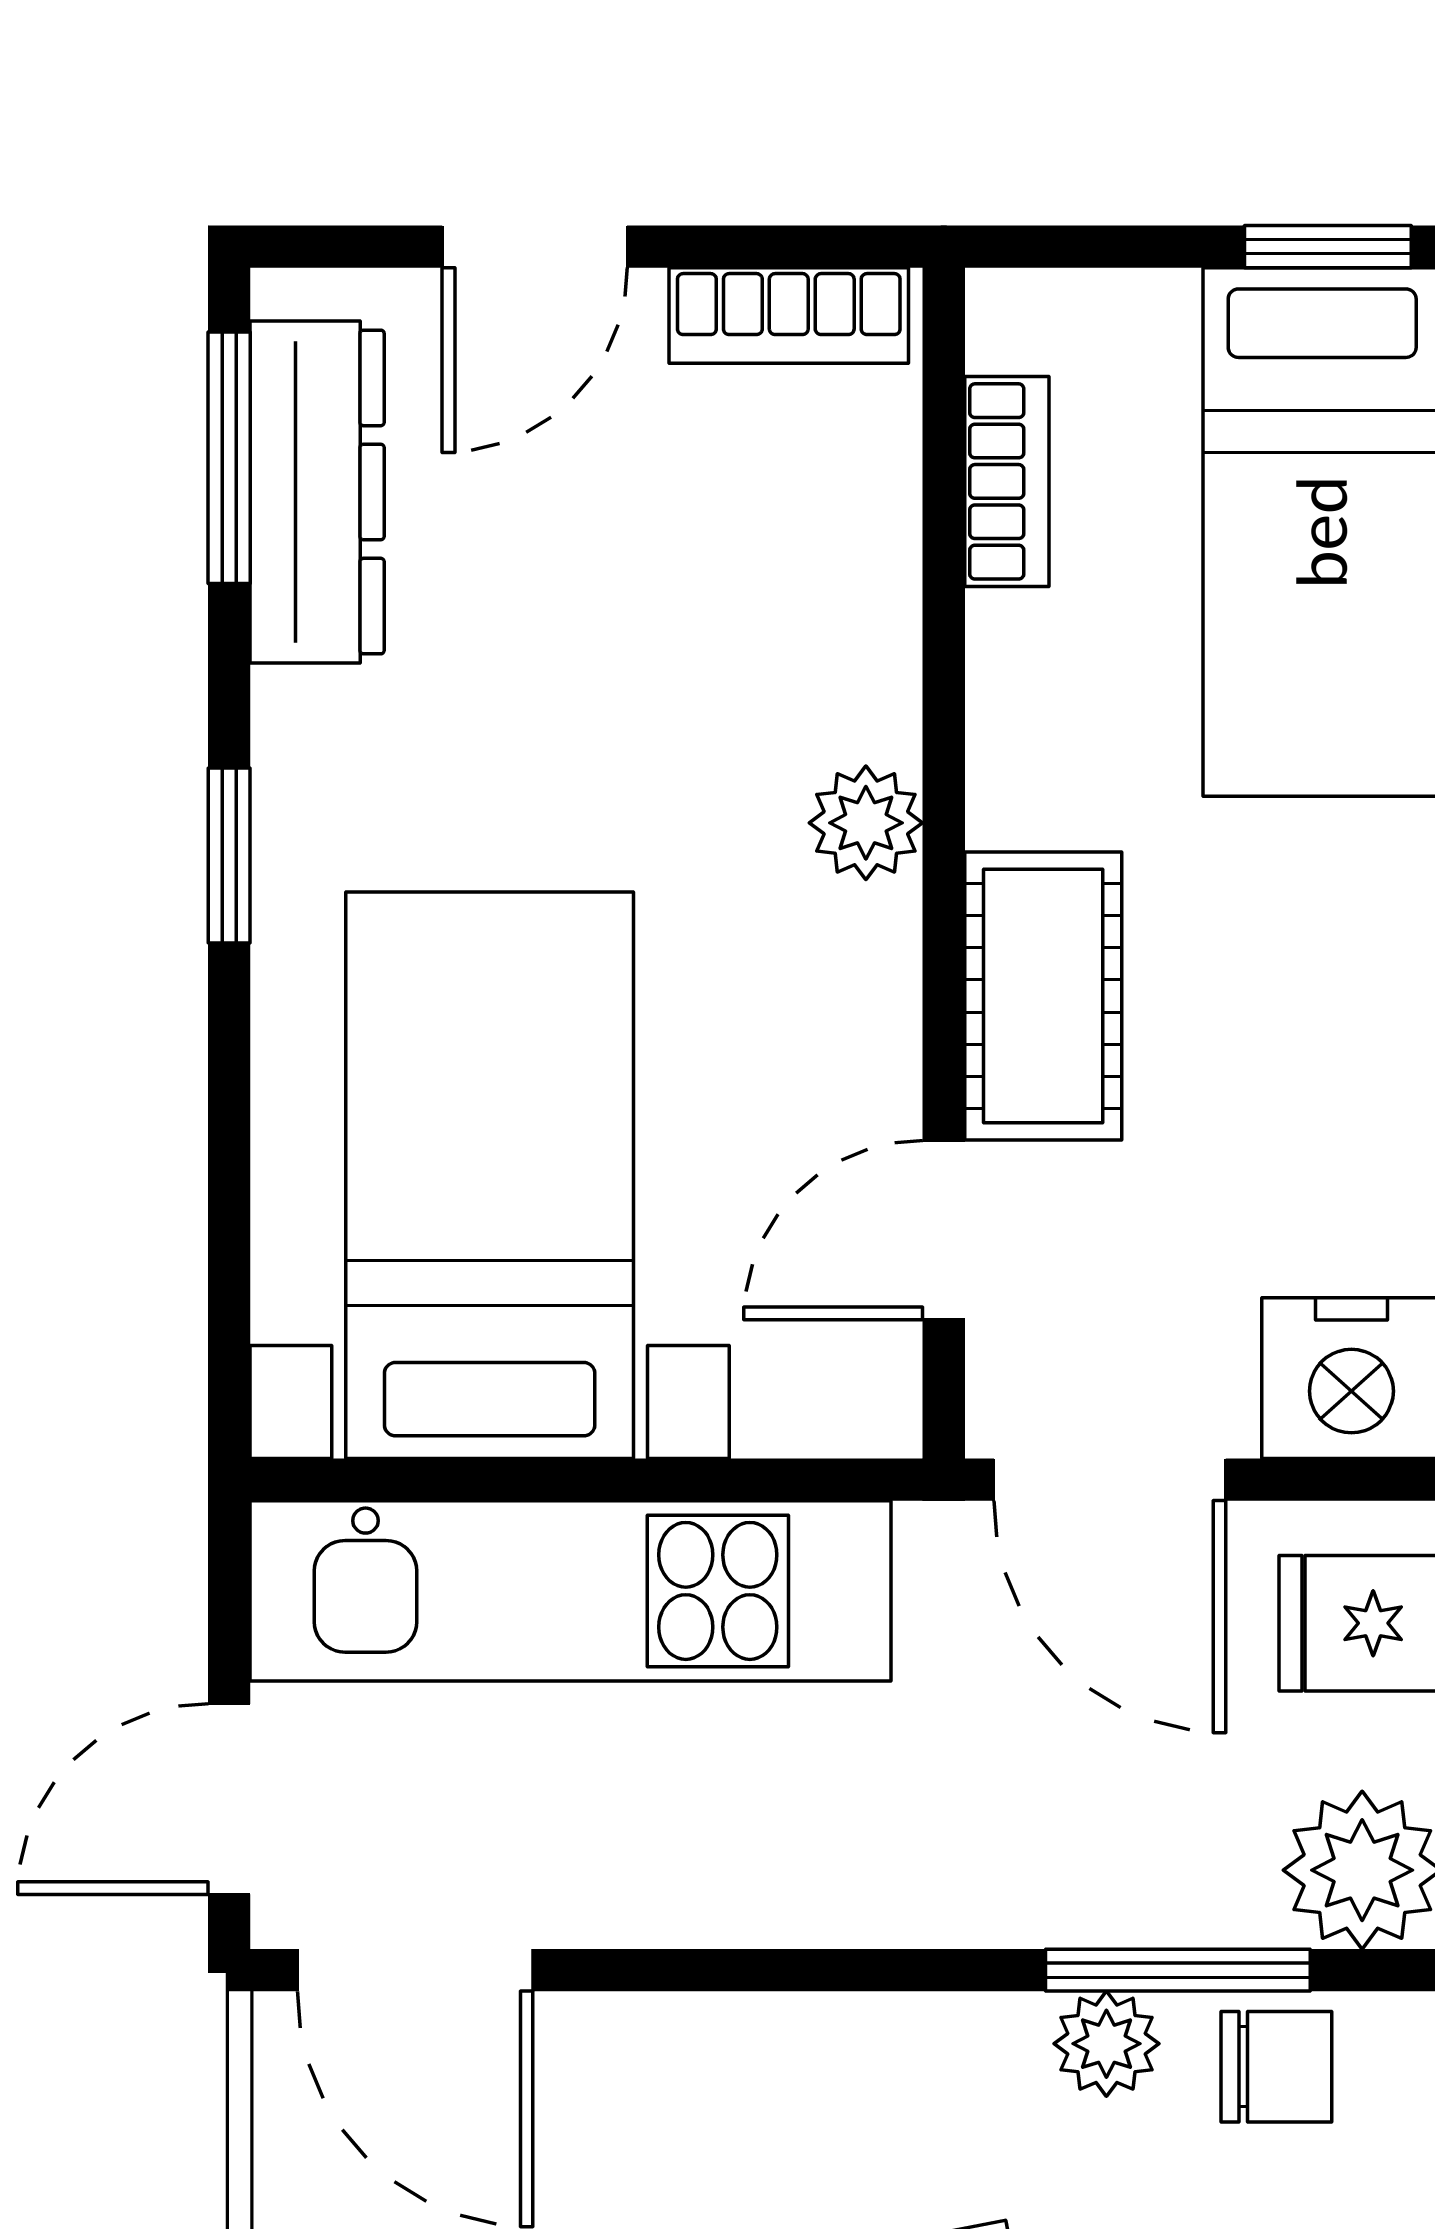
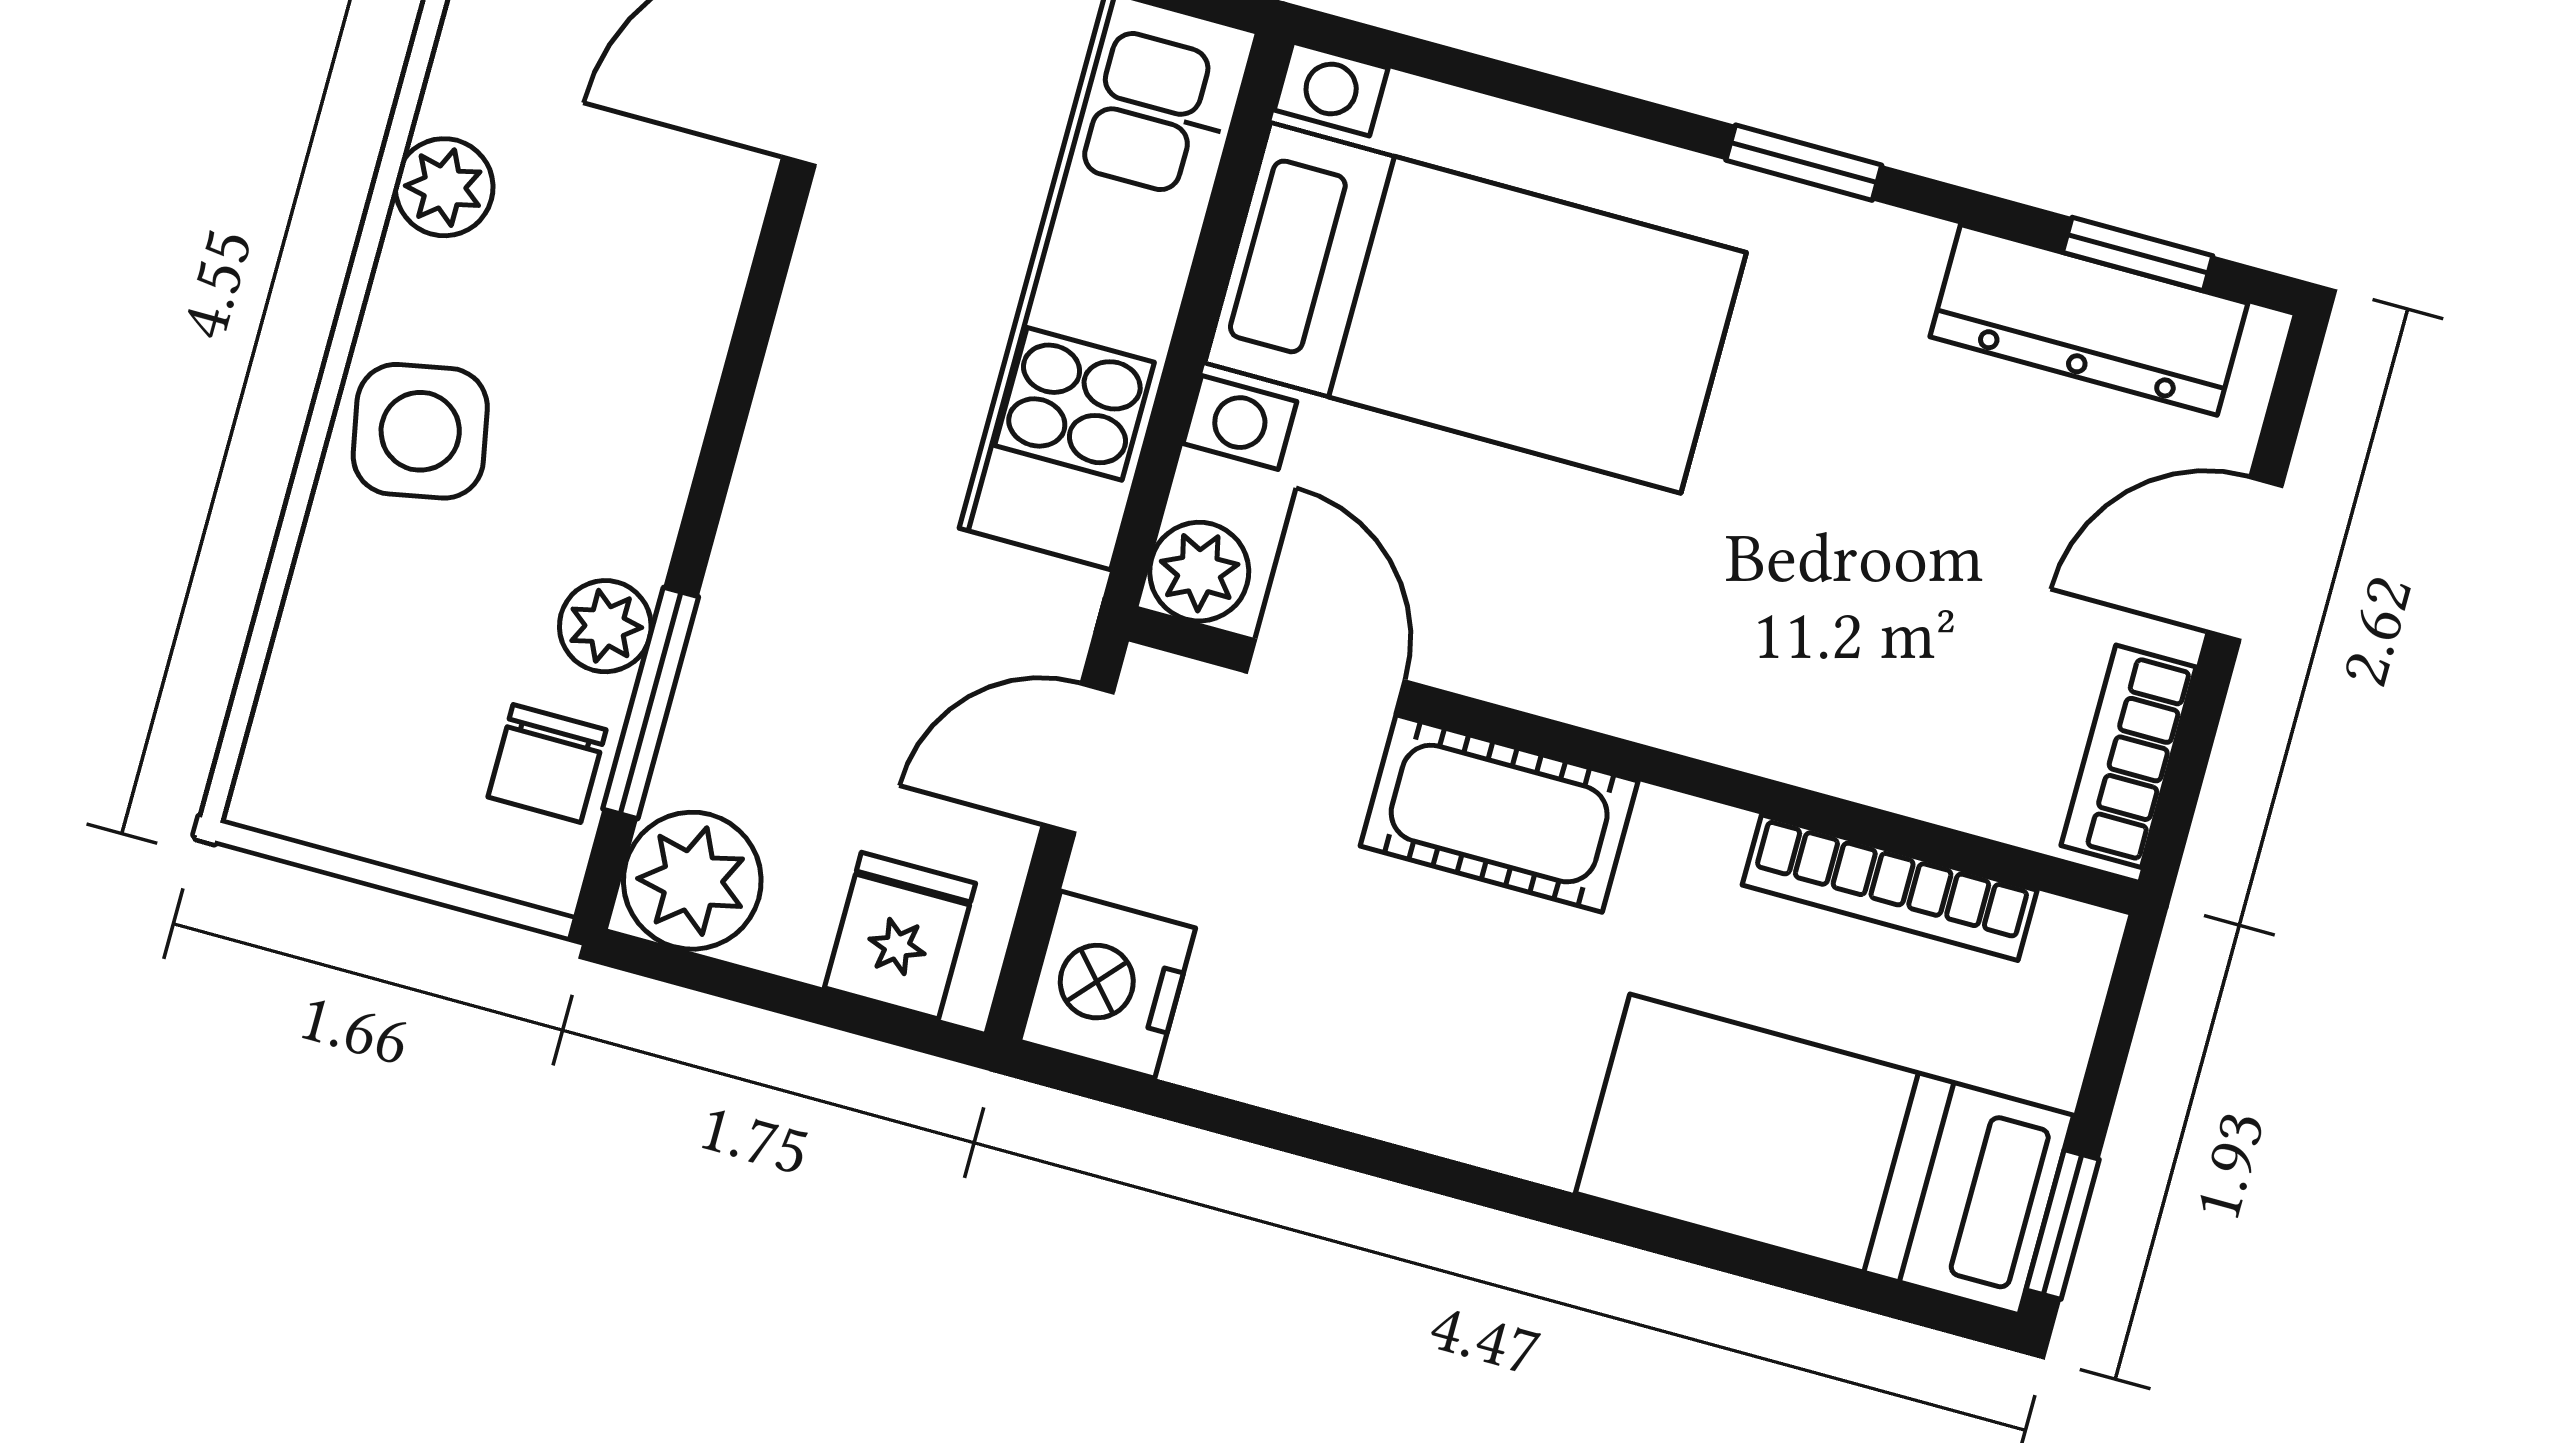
door: (535, 247) -> (2245, 559), hinge flipped
window: (229, 458) -> (2138, 254), width x0.67
bookcase: (1007, 481) -> (1890, 888), width x1.56
plant: (866, 823) -> (1199, 572), moved
door: (1110, 1480) -> (1078, 758), width x0.73

